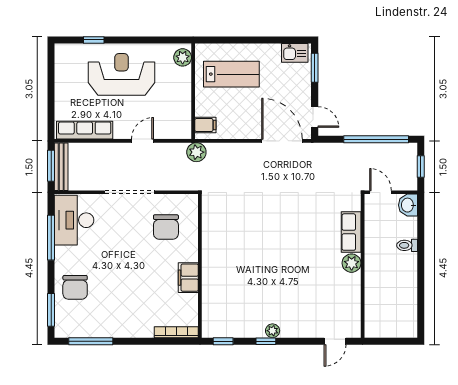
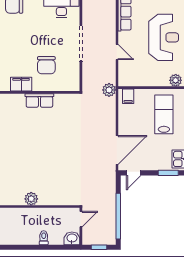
lab bench: (231, 74) -> (164, 114), turned 180
chair: (166, 227) -> (46, 65), moved, turned -90
row of seats: (351, 232) -> (39, 100), moved, turned 180

